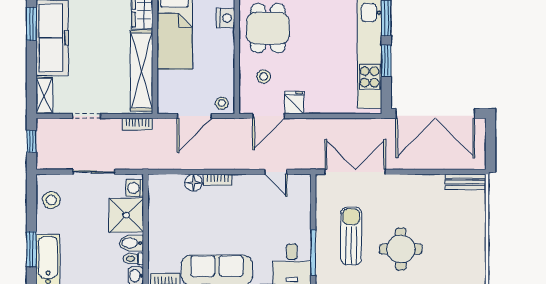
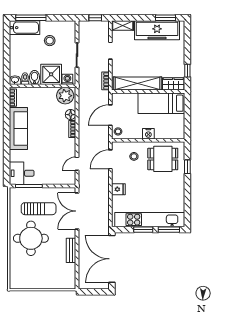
nightstand: (226, 18) -> (148, 134), moved
fridge: (294, 102) -> (118, 189), moved
door: (195, 116) -> (110, 115), hinge flipped
door: (269, 116) -> (110, 159), hinge flipped
double door: (355, 172) -> (77, 211), swing flipped
bench: (465, 182) -> (71, 250), moved
plant: (162, 192) -> (65, 96), added
stool: (51, 200) -> (50, 41), moved
window: (31, 249) -> (31, 18), width x1.44
round table: (401, 249) -> (31, 238), width x1.36, depth x1.36

